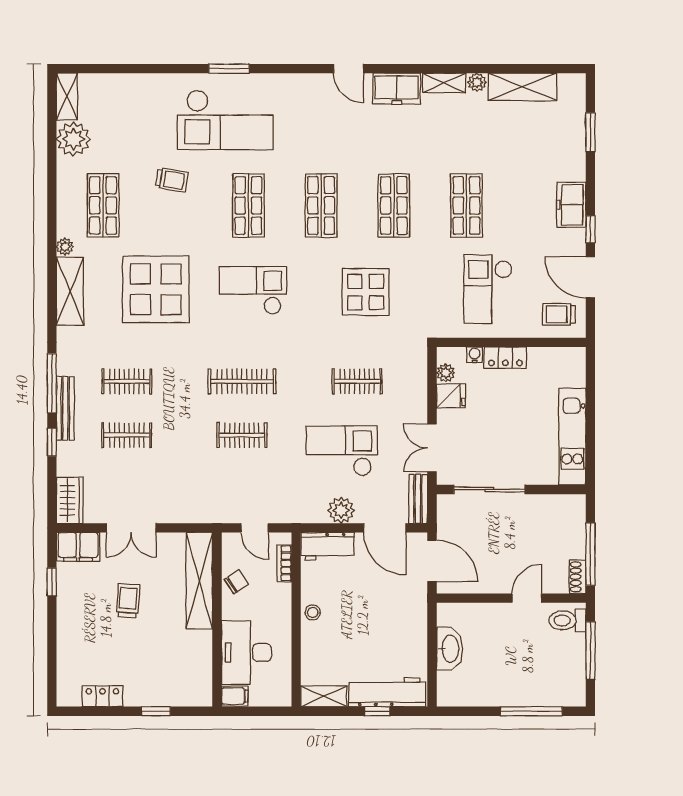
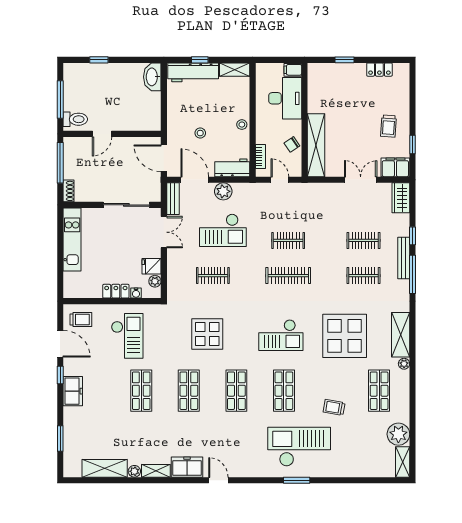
shoe rack: (578, 577) -> (69, 191), moved
stool: (376, 599) -> (200, 133), added
trolley: (128, 601) -> (389, 126), moved
washbasin: (450, 649) -> (152, 77), moved
window: (531, 711) -> (99, 60), width x0.46

